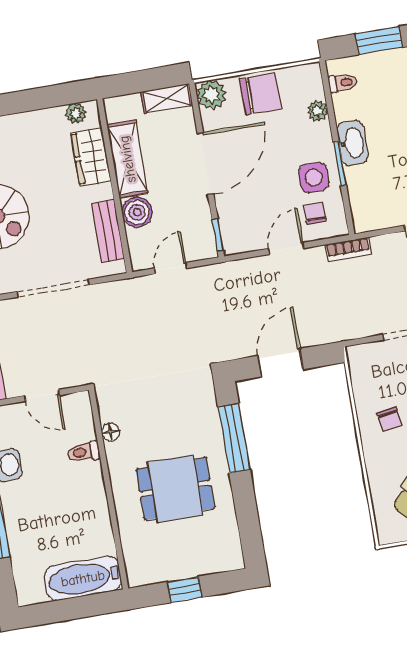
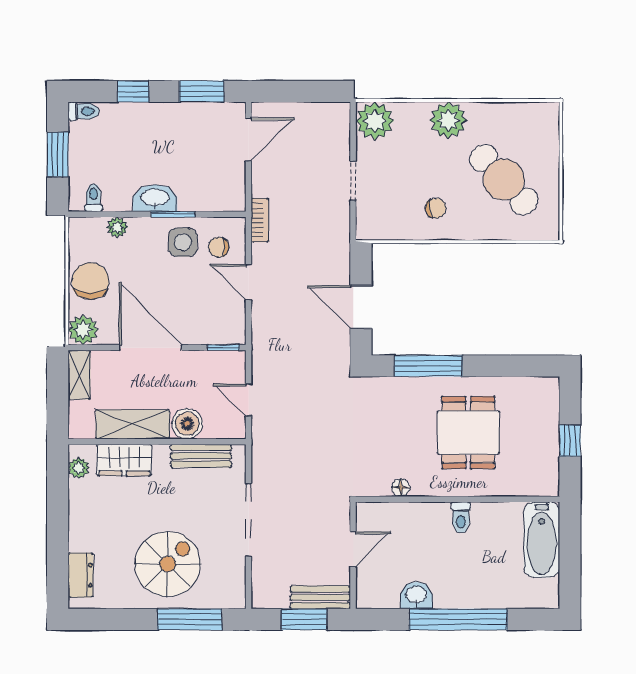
toilet: (84, 452) -> (461, 517), moved

